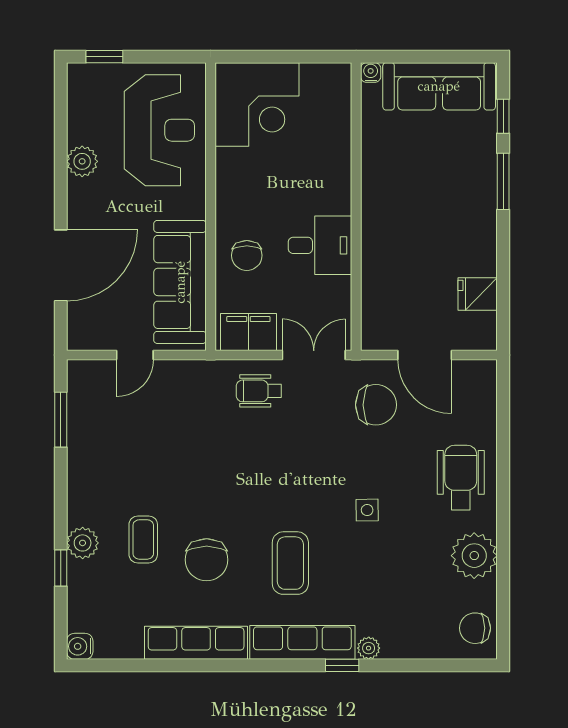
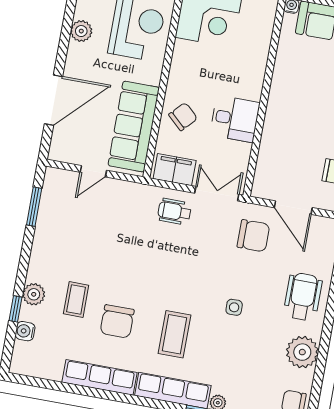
chair: (247, 255) -> (183, 117), turned -137
water cooler: (80, 646) -> (25, 331), moved

